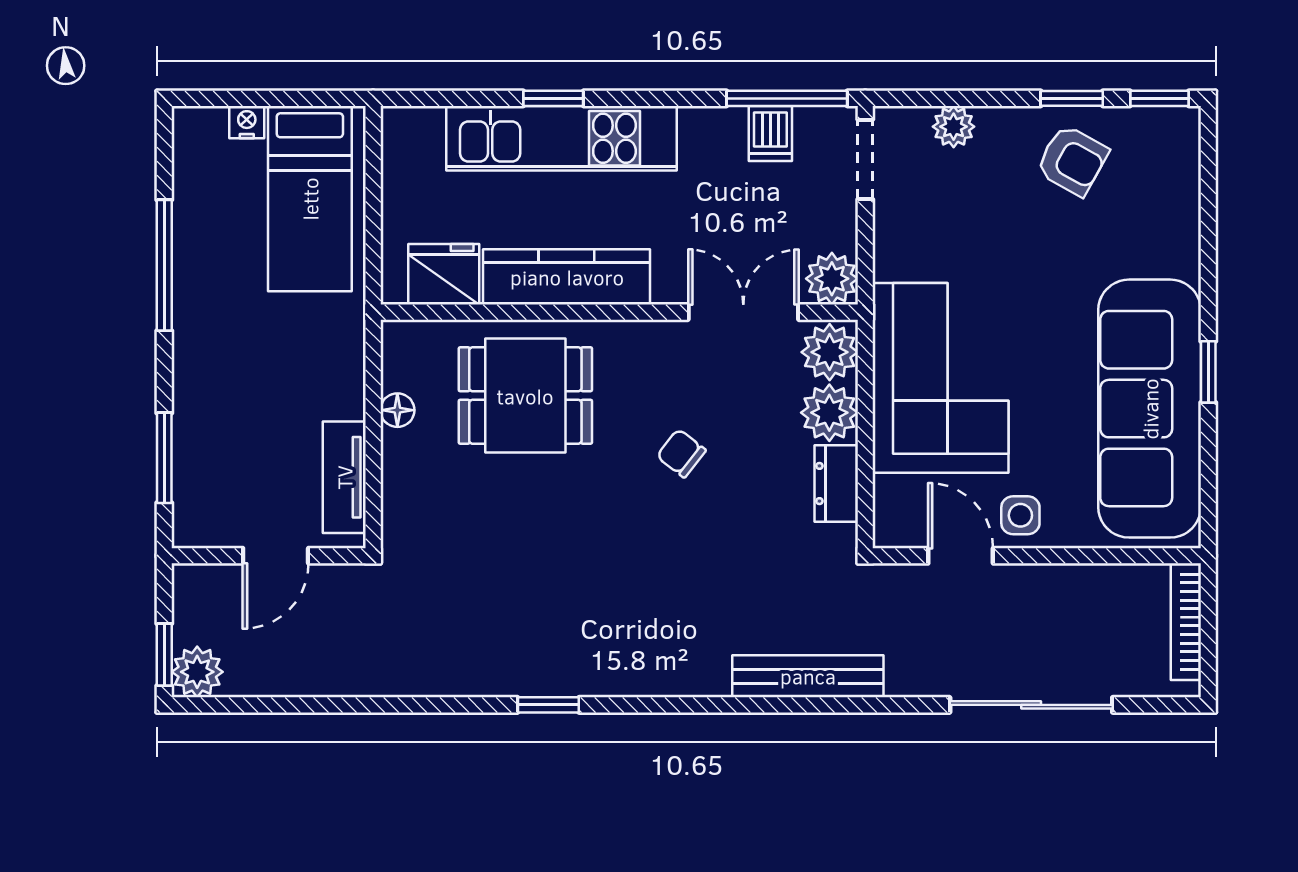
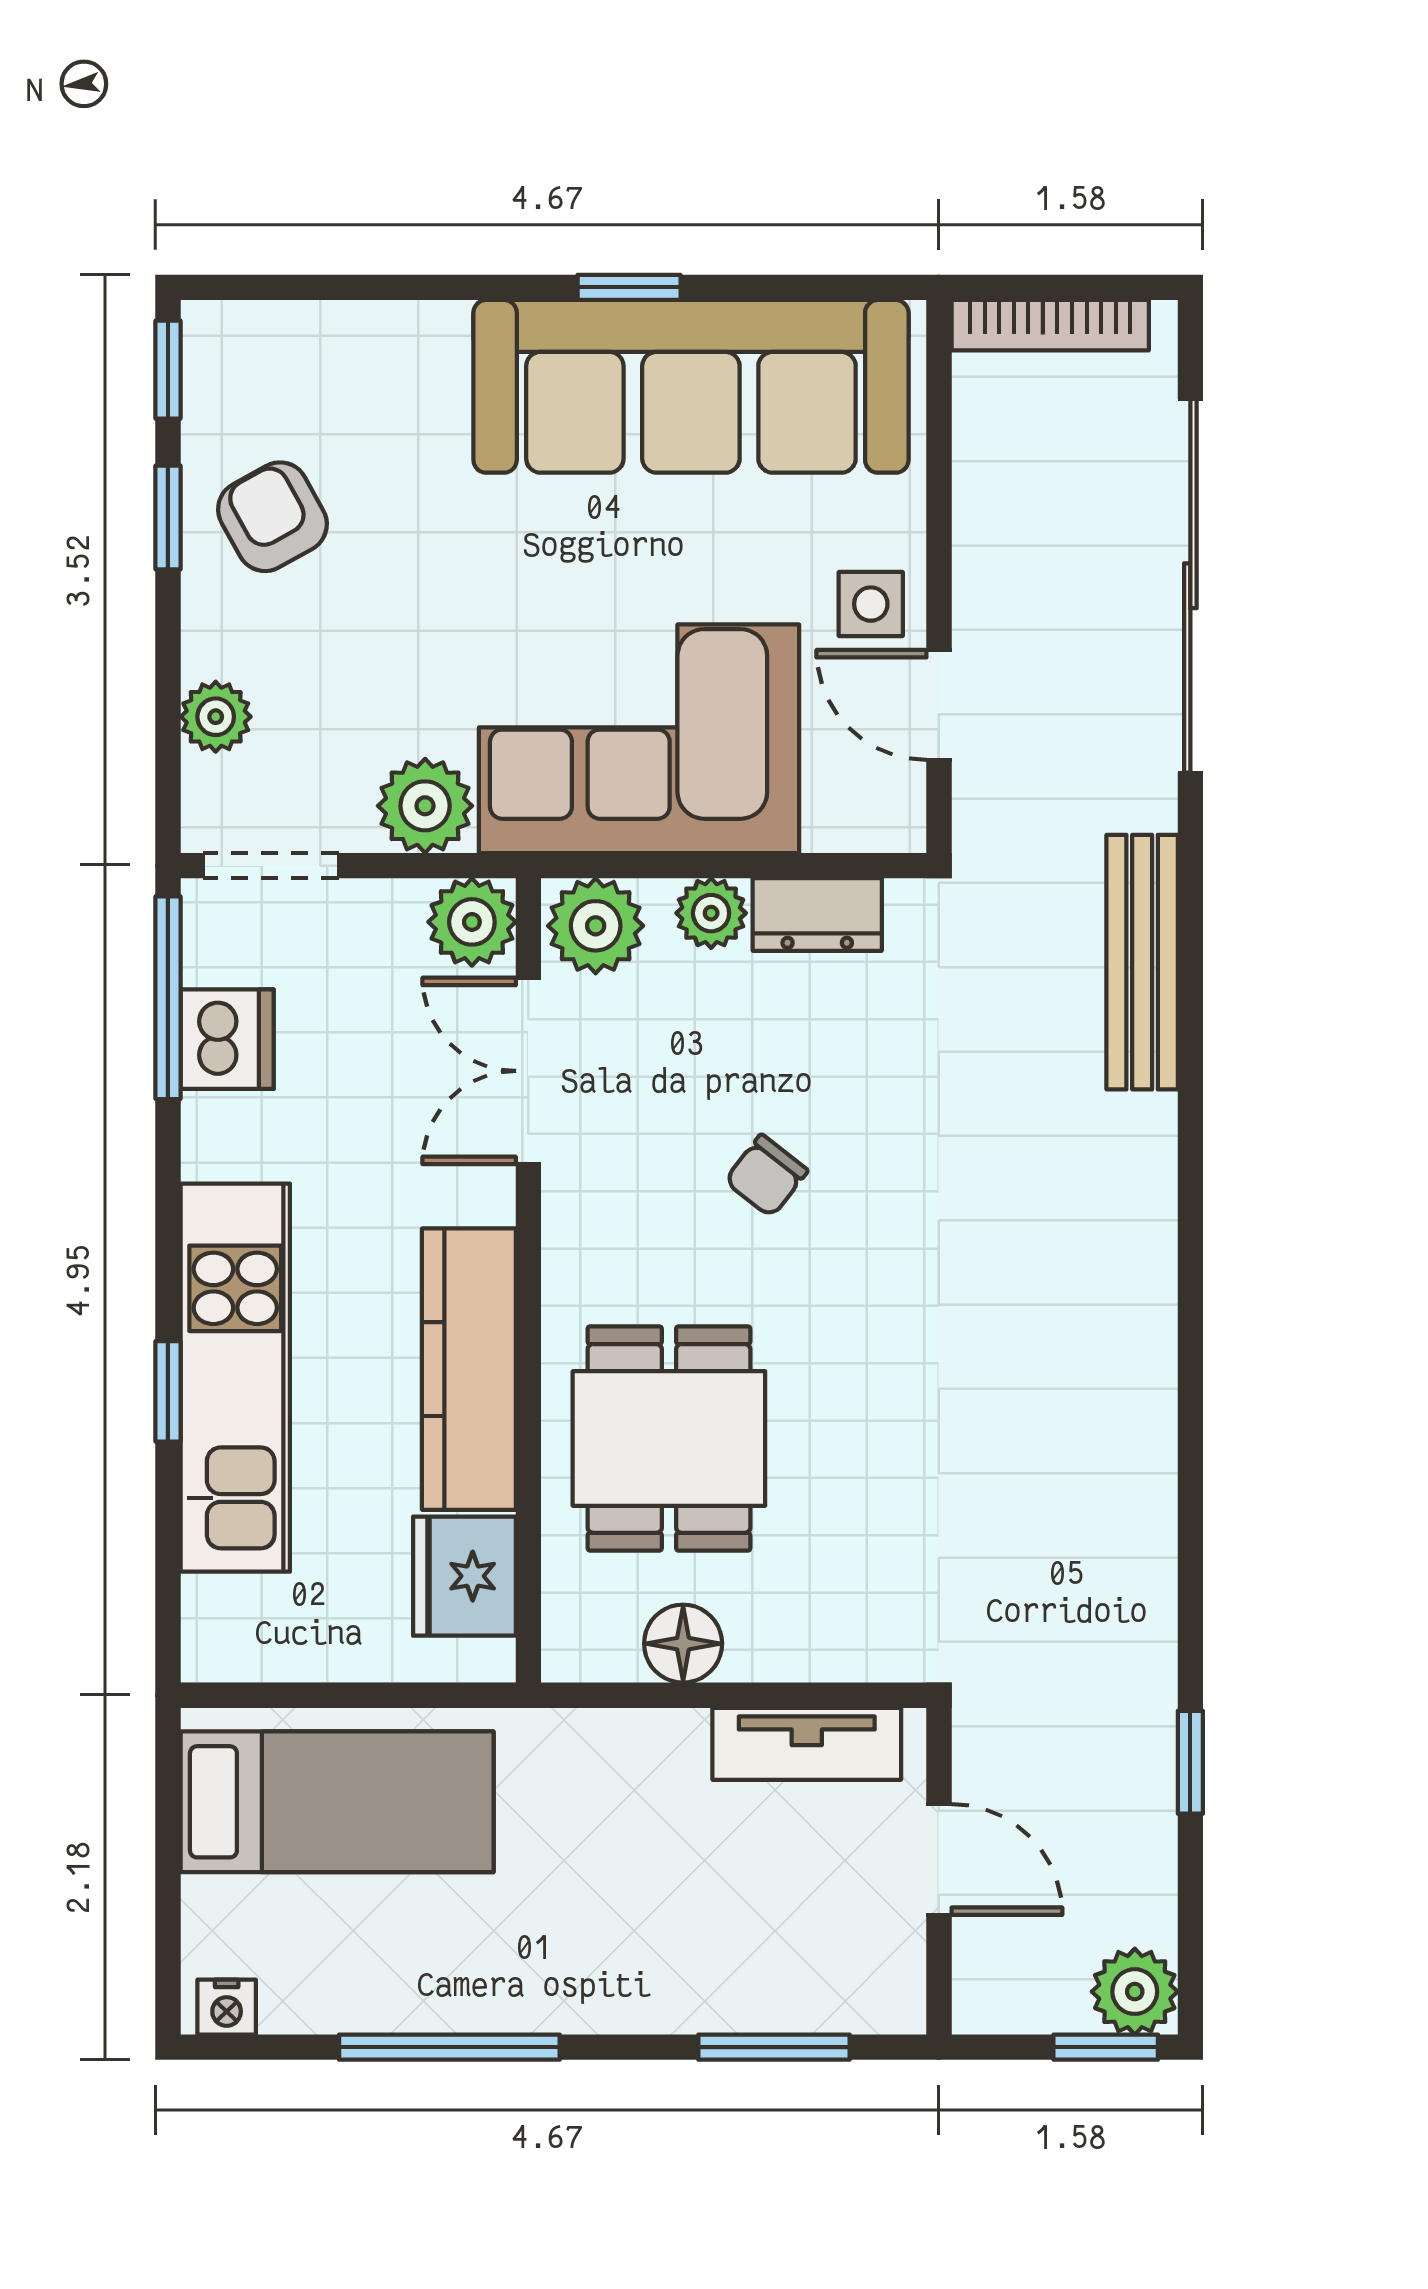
nightstand: (247, 122) -> (227, 2007), moved, turned -90
dishwasher: (770, 133) -> (227, 1039), width x1.38
armchair: (1072, 160) -> (272, 517), turned -58
plant: (901, 251) -> (425, 806), added
floor lamp: (397, 410) -> (683, 1644), width x1.37, depth x1.37
plant: (829, 413) -> (711, 913), width x0.73, depth x0.73
door: (961, 556) -> (939, 705), hinge flipped
window: (548, 705) -> (1190, 1762), moved
sliding door: (1031, 705) -> (1190, 586), width x1.36

